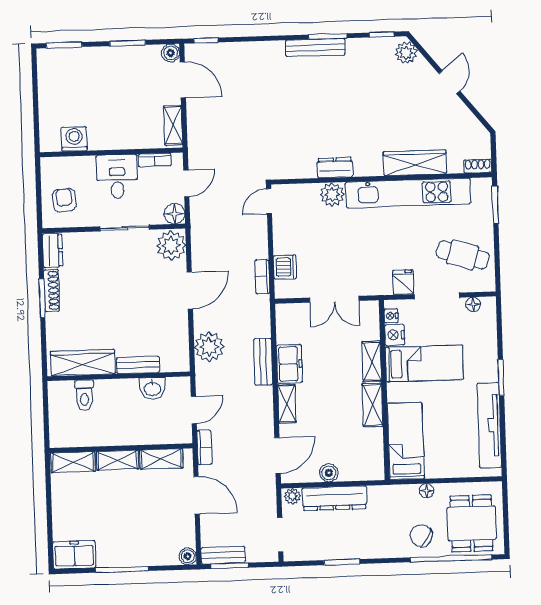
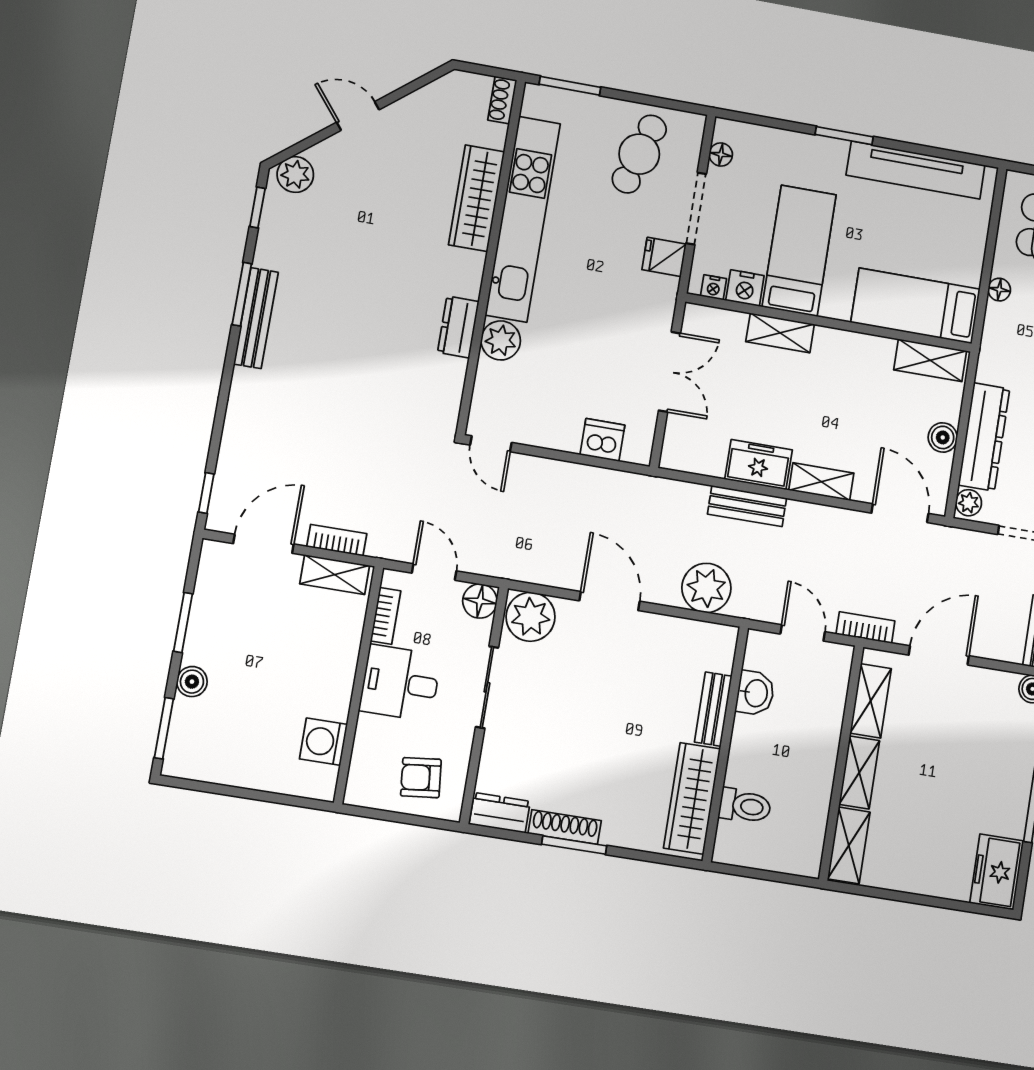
boiler: (171, 53) -> (192, 682), moved
bookcase: (262, 277) -> (337, 540), moved, turned 180
shelving: (373, 405) -> (930, 360), moved

